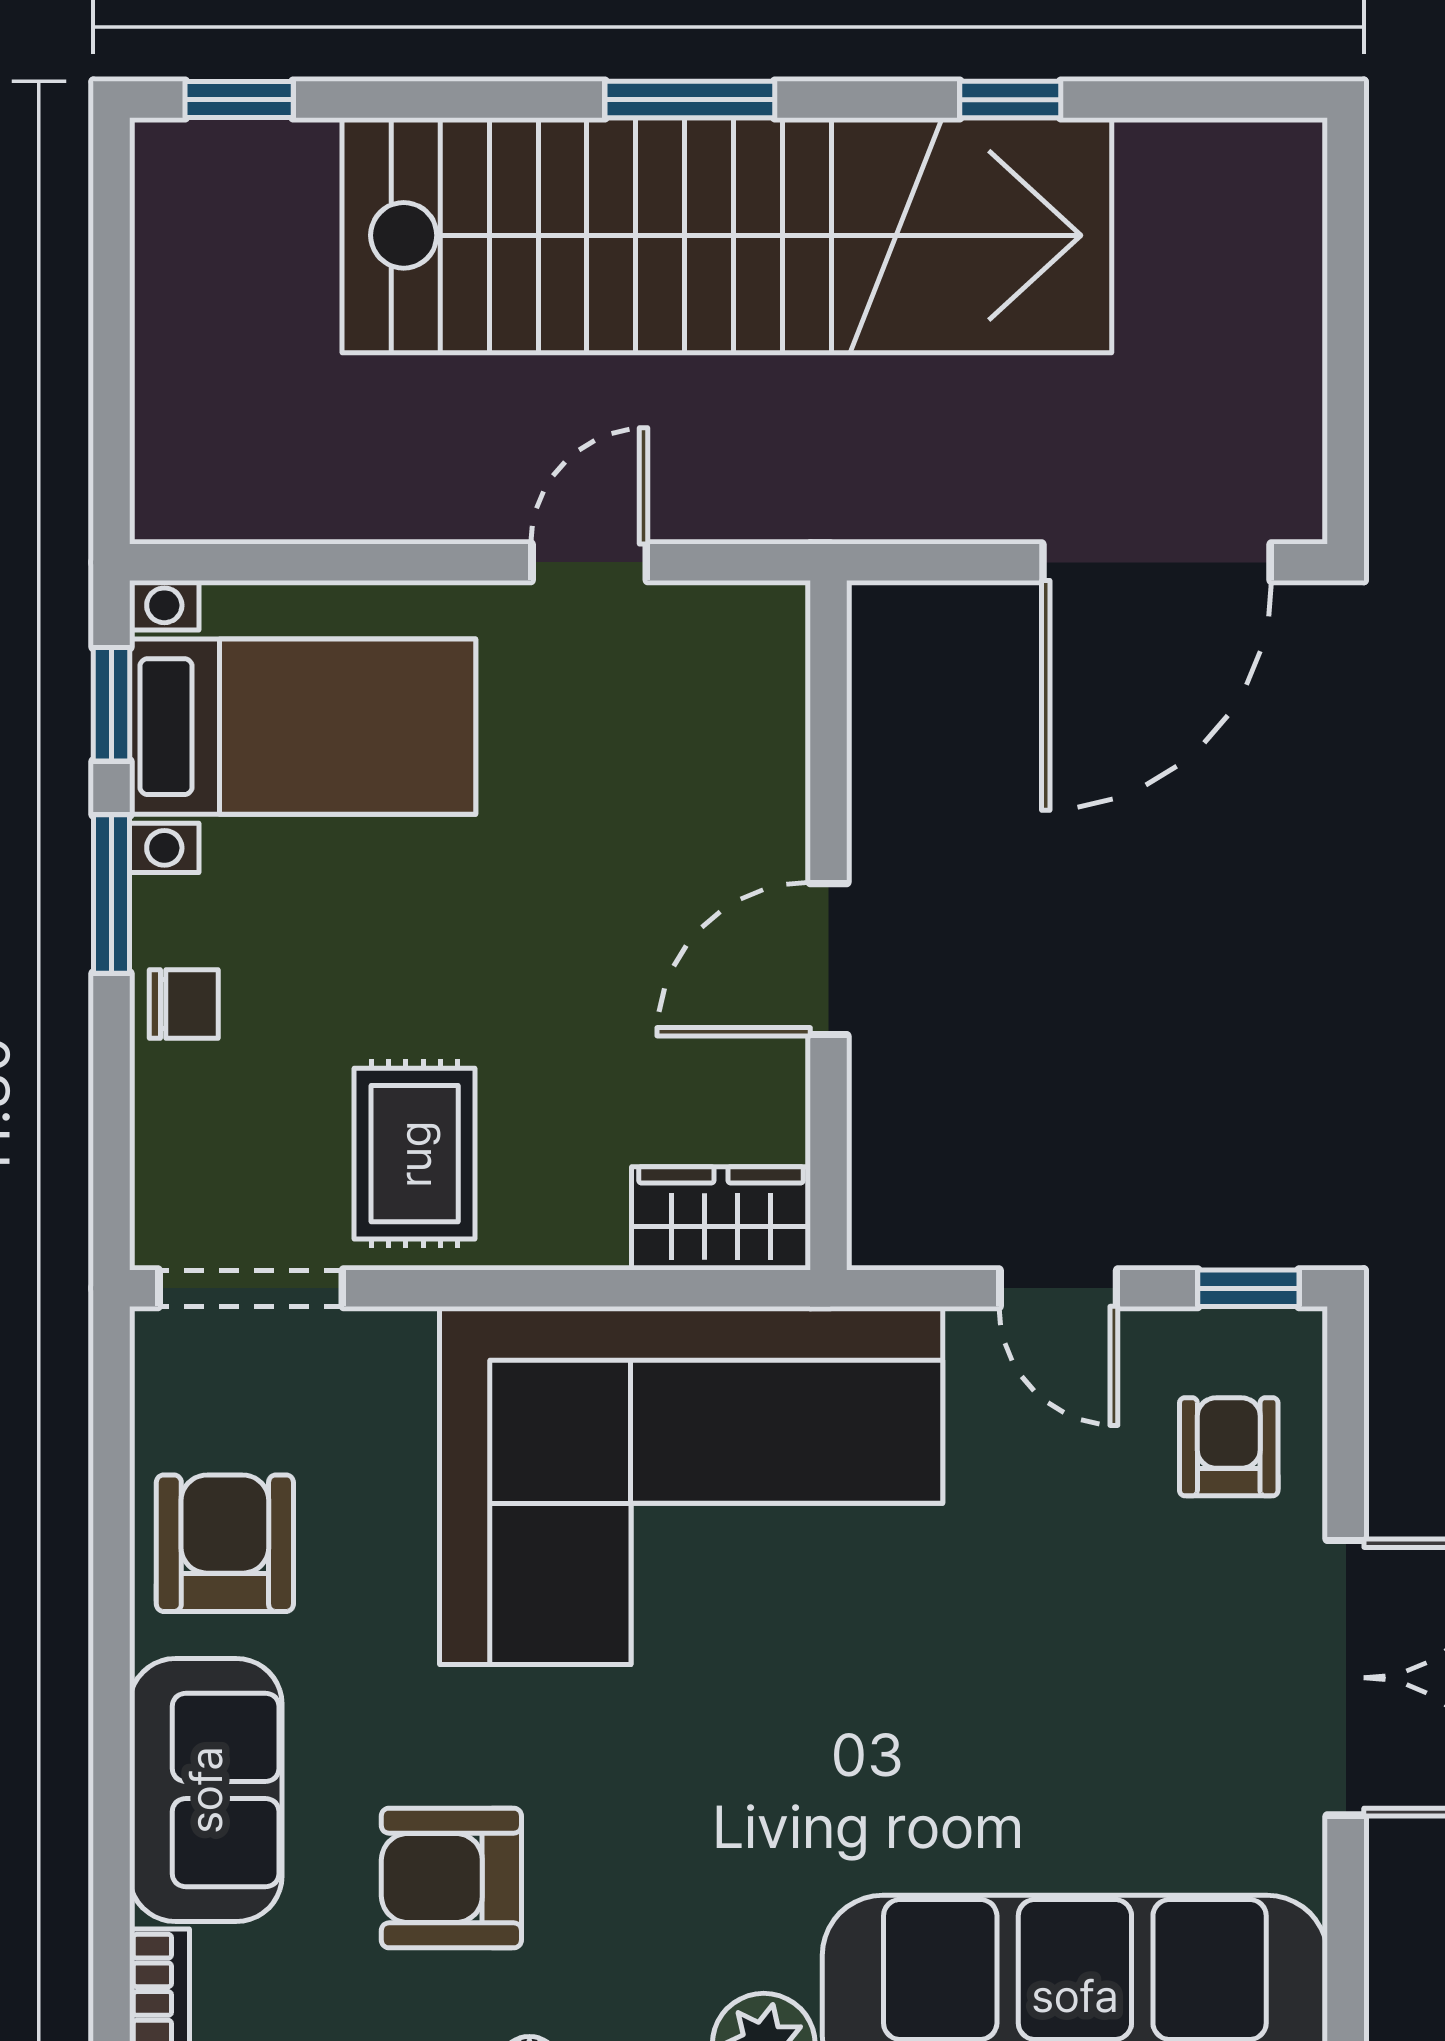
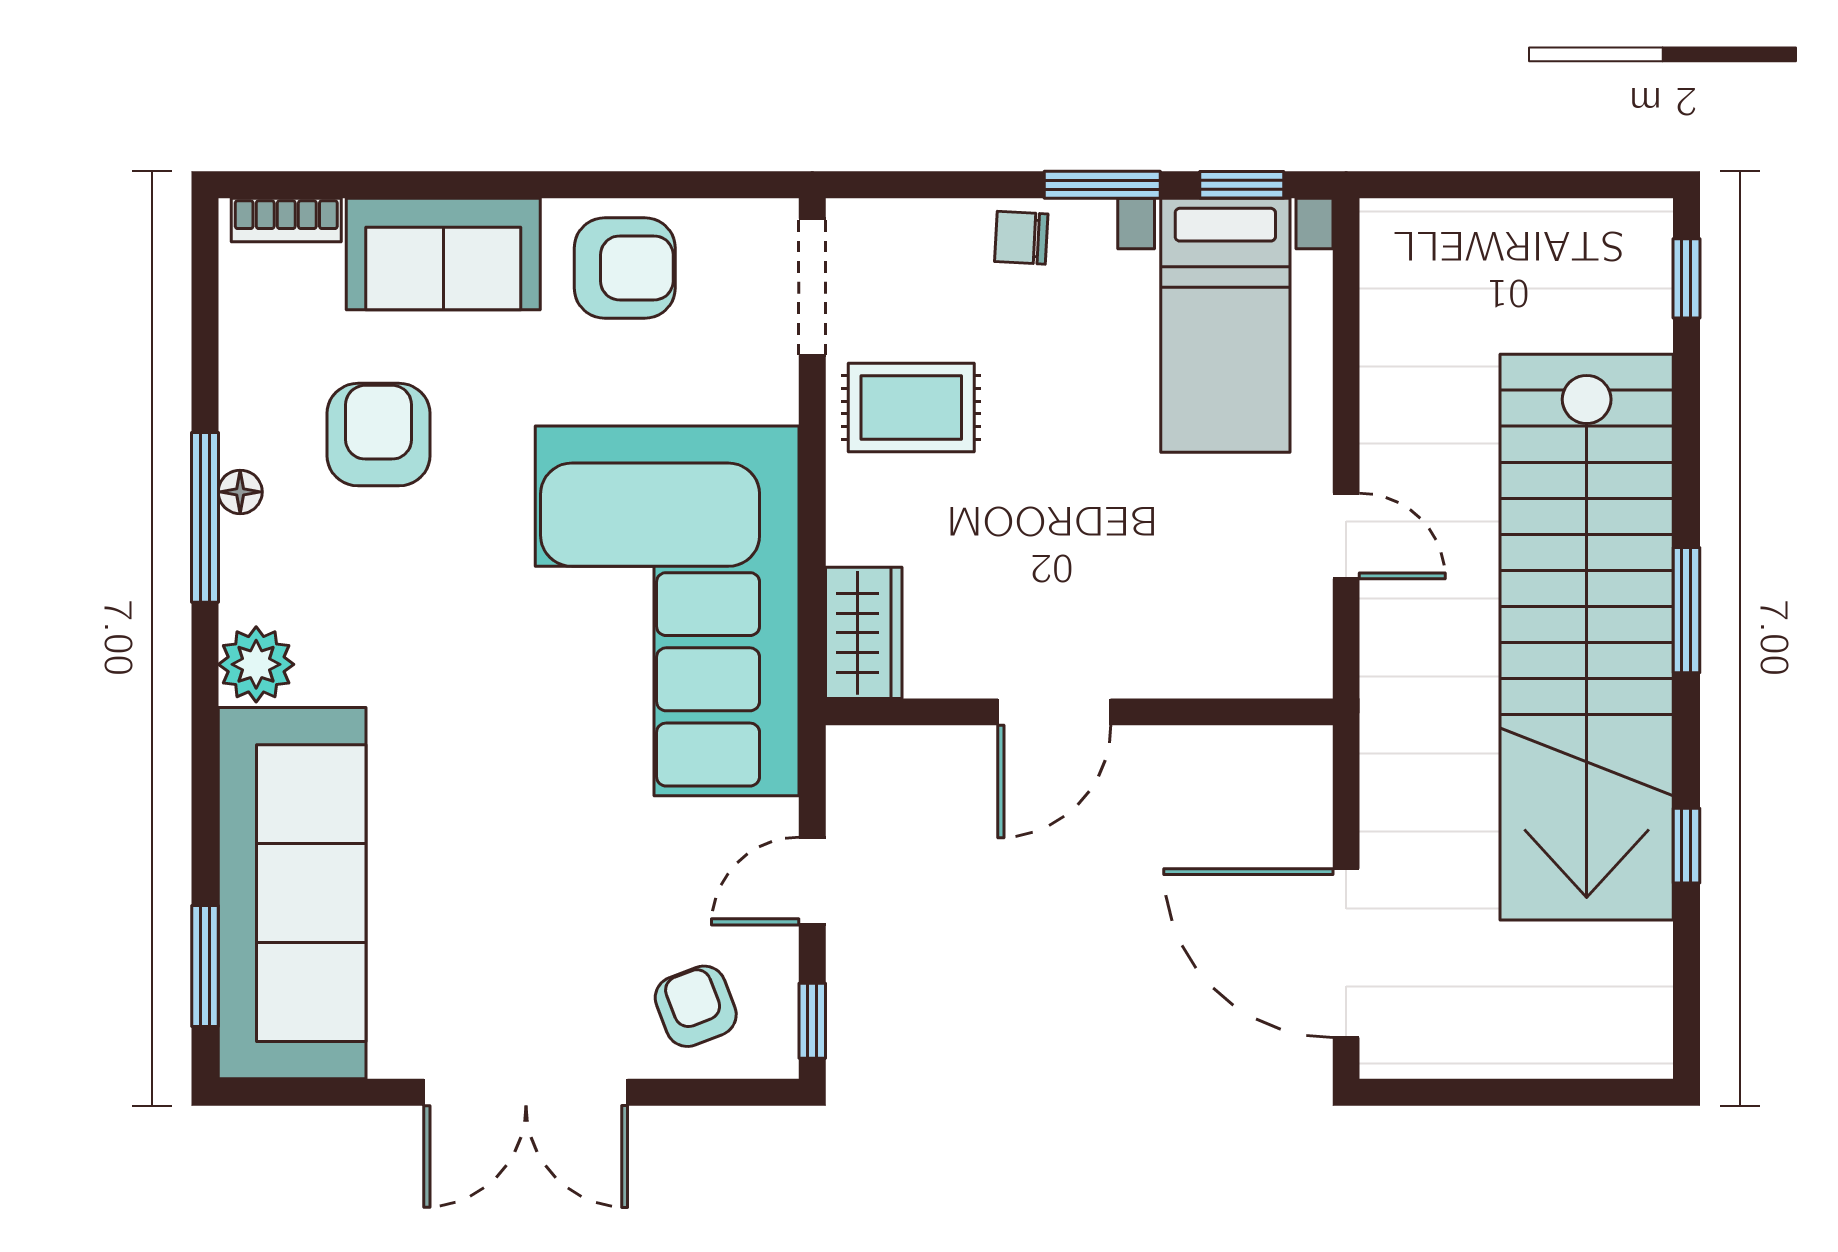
door: (828, 959) -> (1054, 712), swing flipped
chair: (184, 1004) -> (1021, 238), turned 93
armchair: (1229, 1447) -> (696, 1006), turned -111

